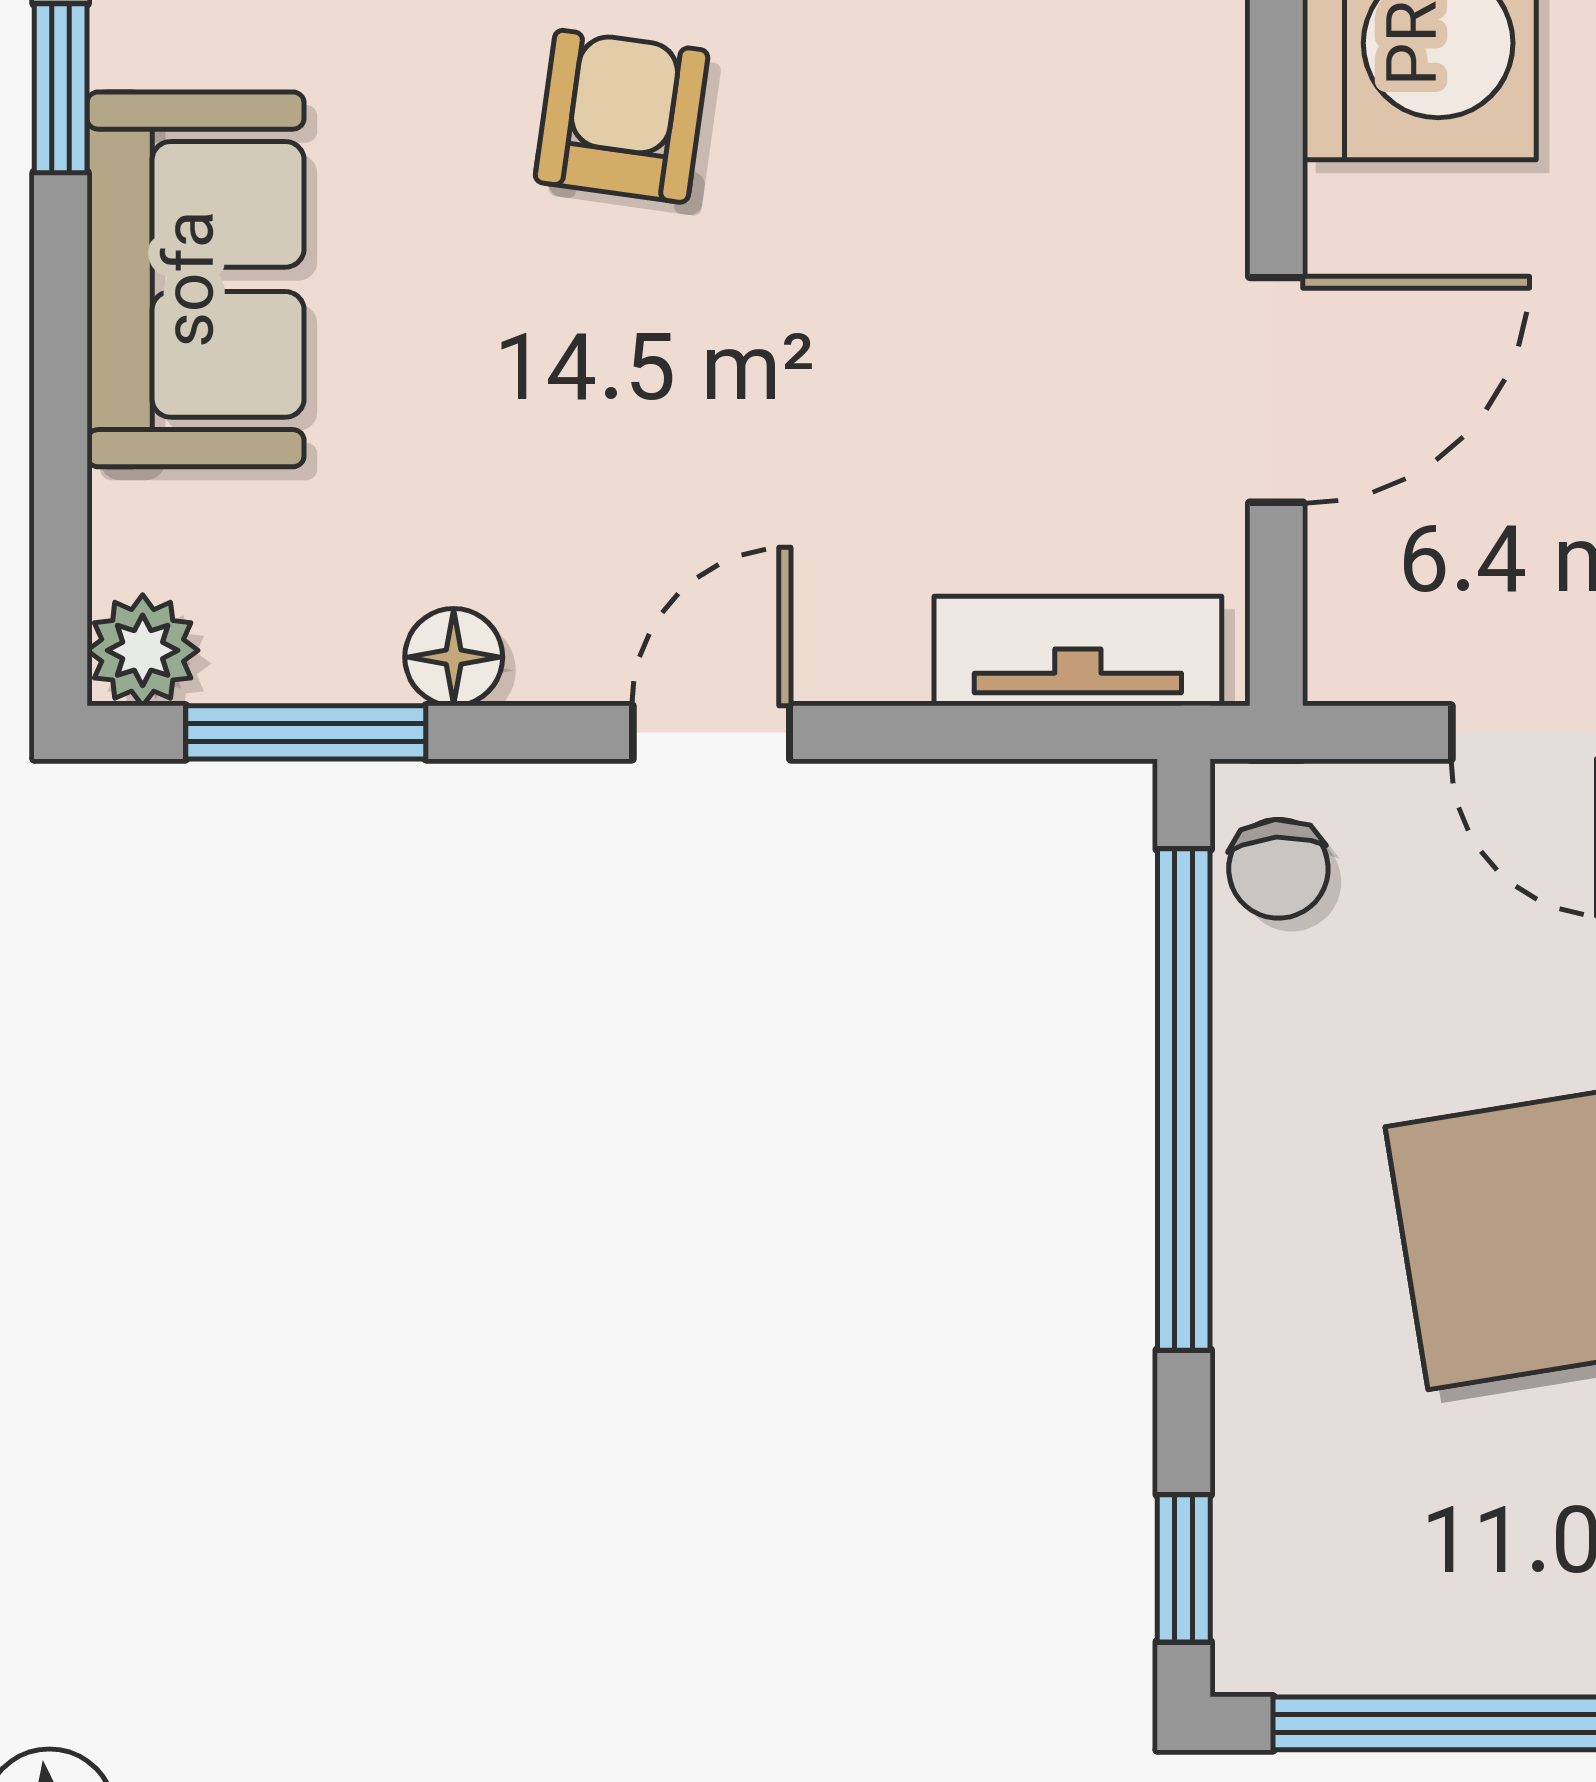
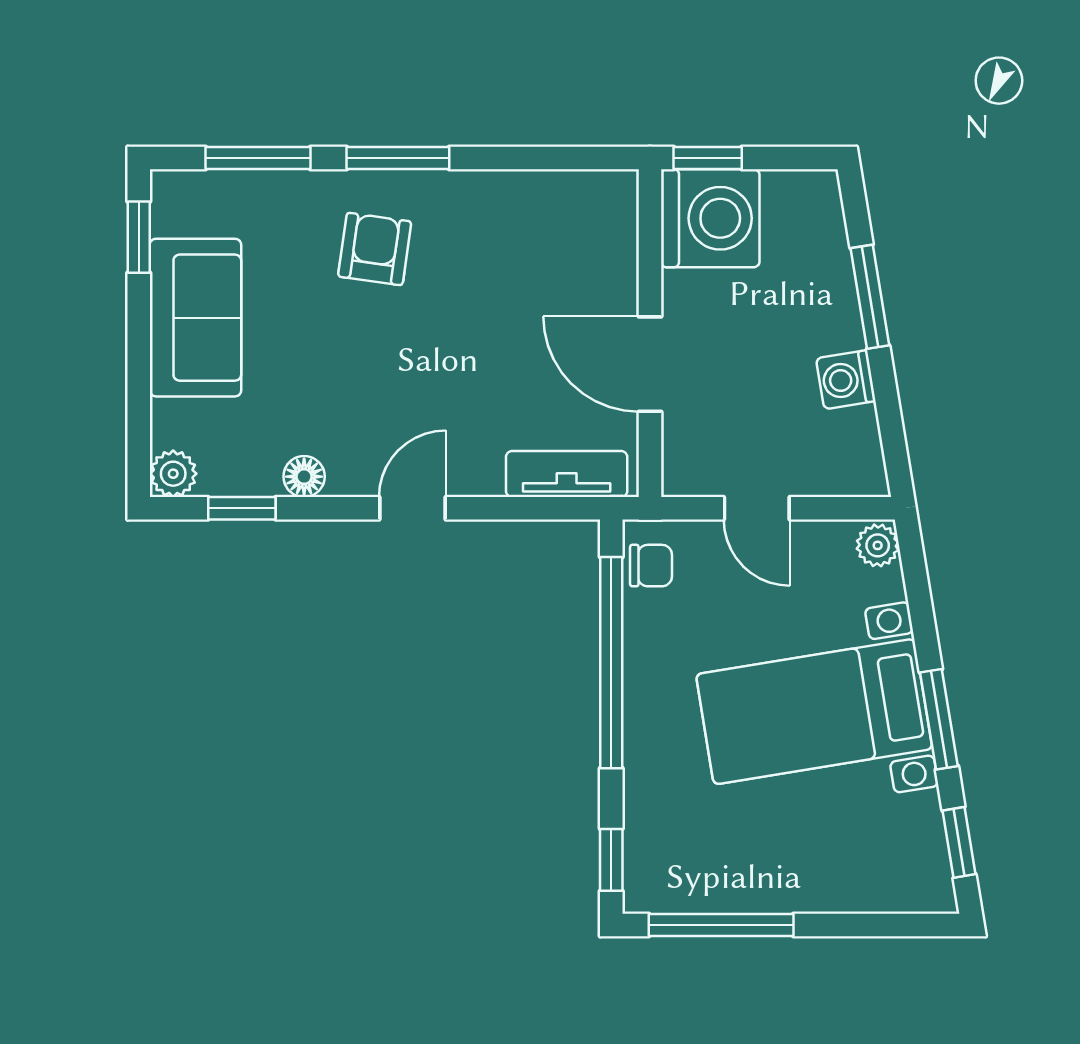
door: (1276, 390) -> (650, 364), swing flipped
window: (306, 732) -> (242, 508), width x0.67
chair: (1278, 869) -> (651, 566), turned -86

